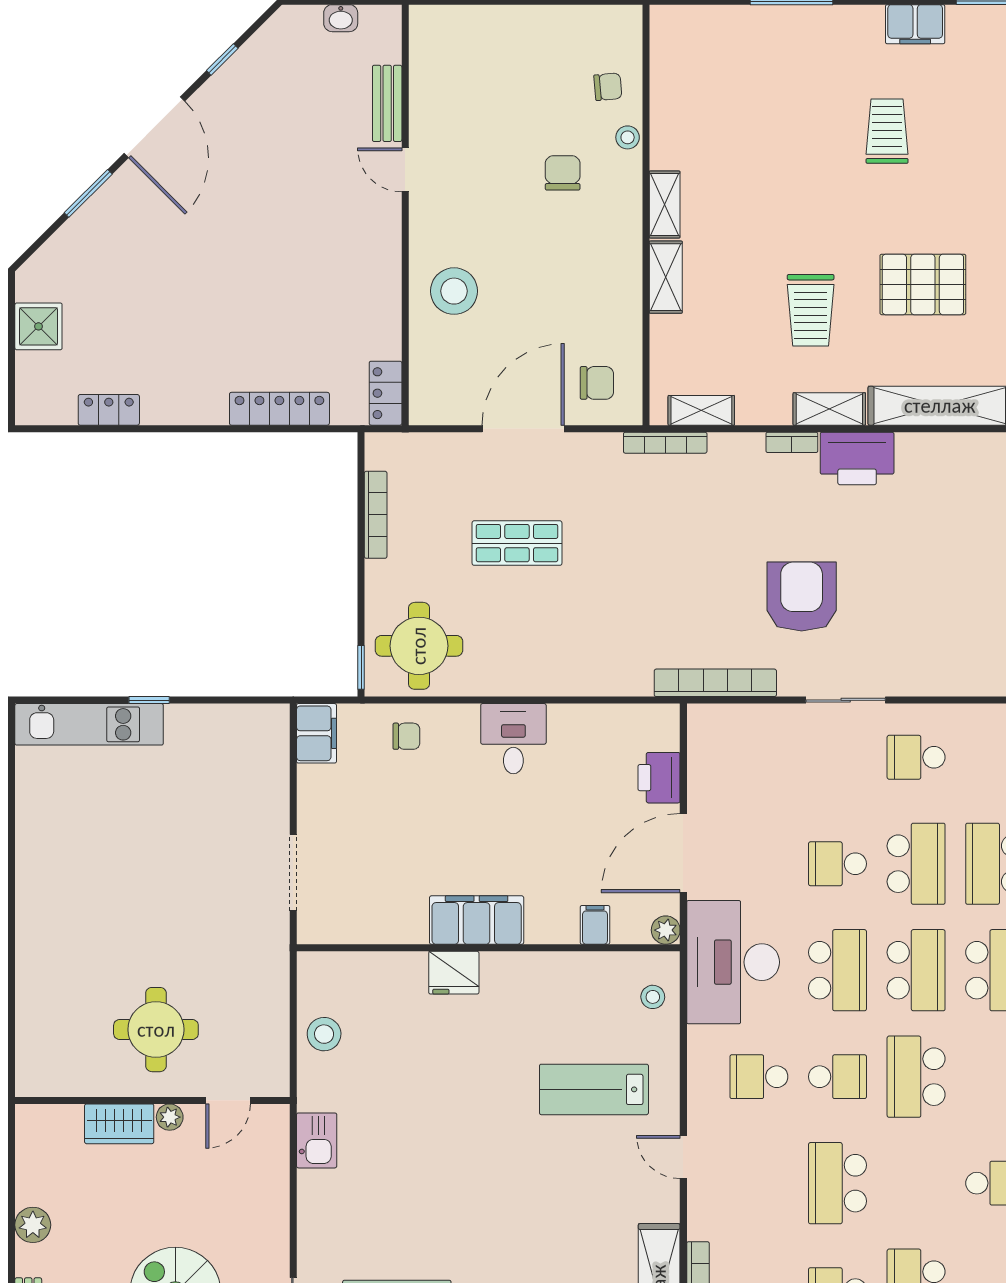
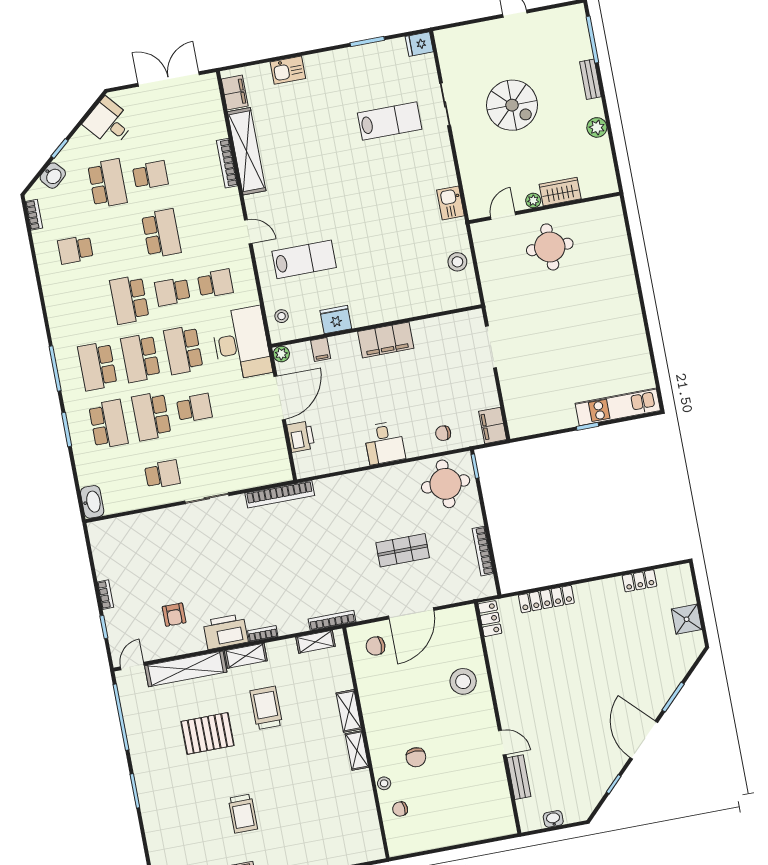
armchair: (802, 596) -> (174, 615), moved, width x0.53, depth x0.53
fridge: (454, 973) -> (336, 320), moved
school desk: (916, 1077) -> (129, 300), turned 180

